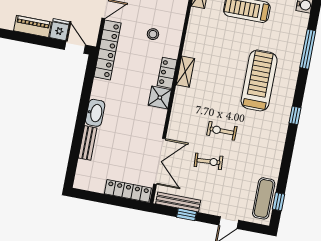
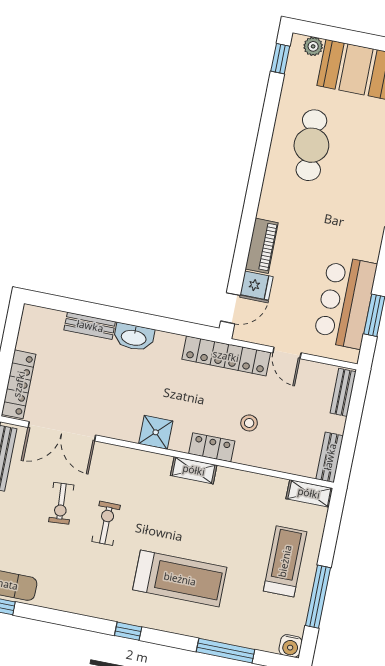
locker: (167, 73) -> (212, 447), moved

